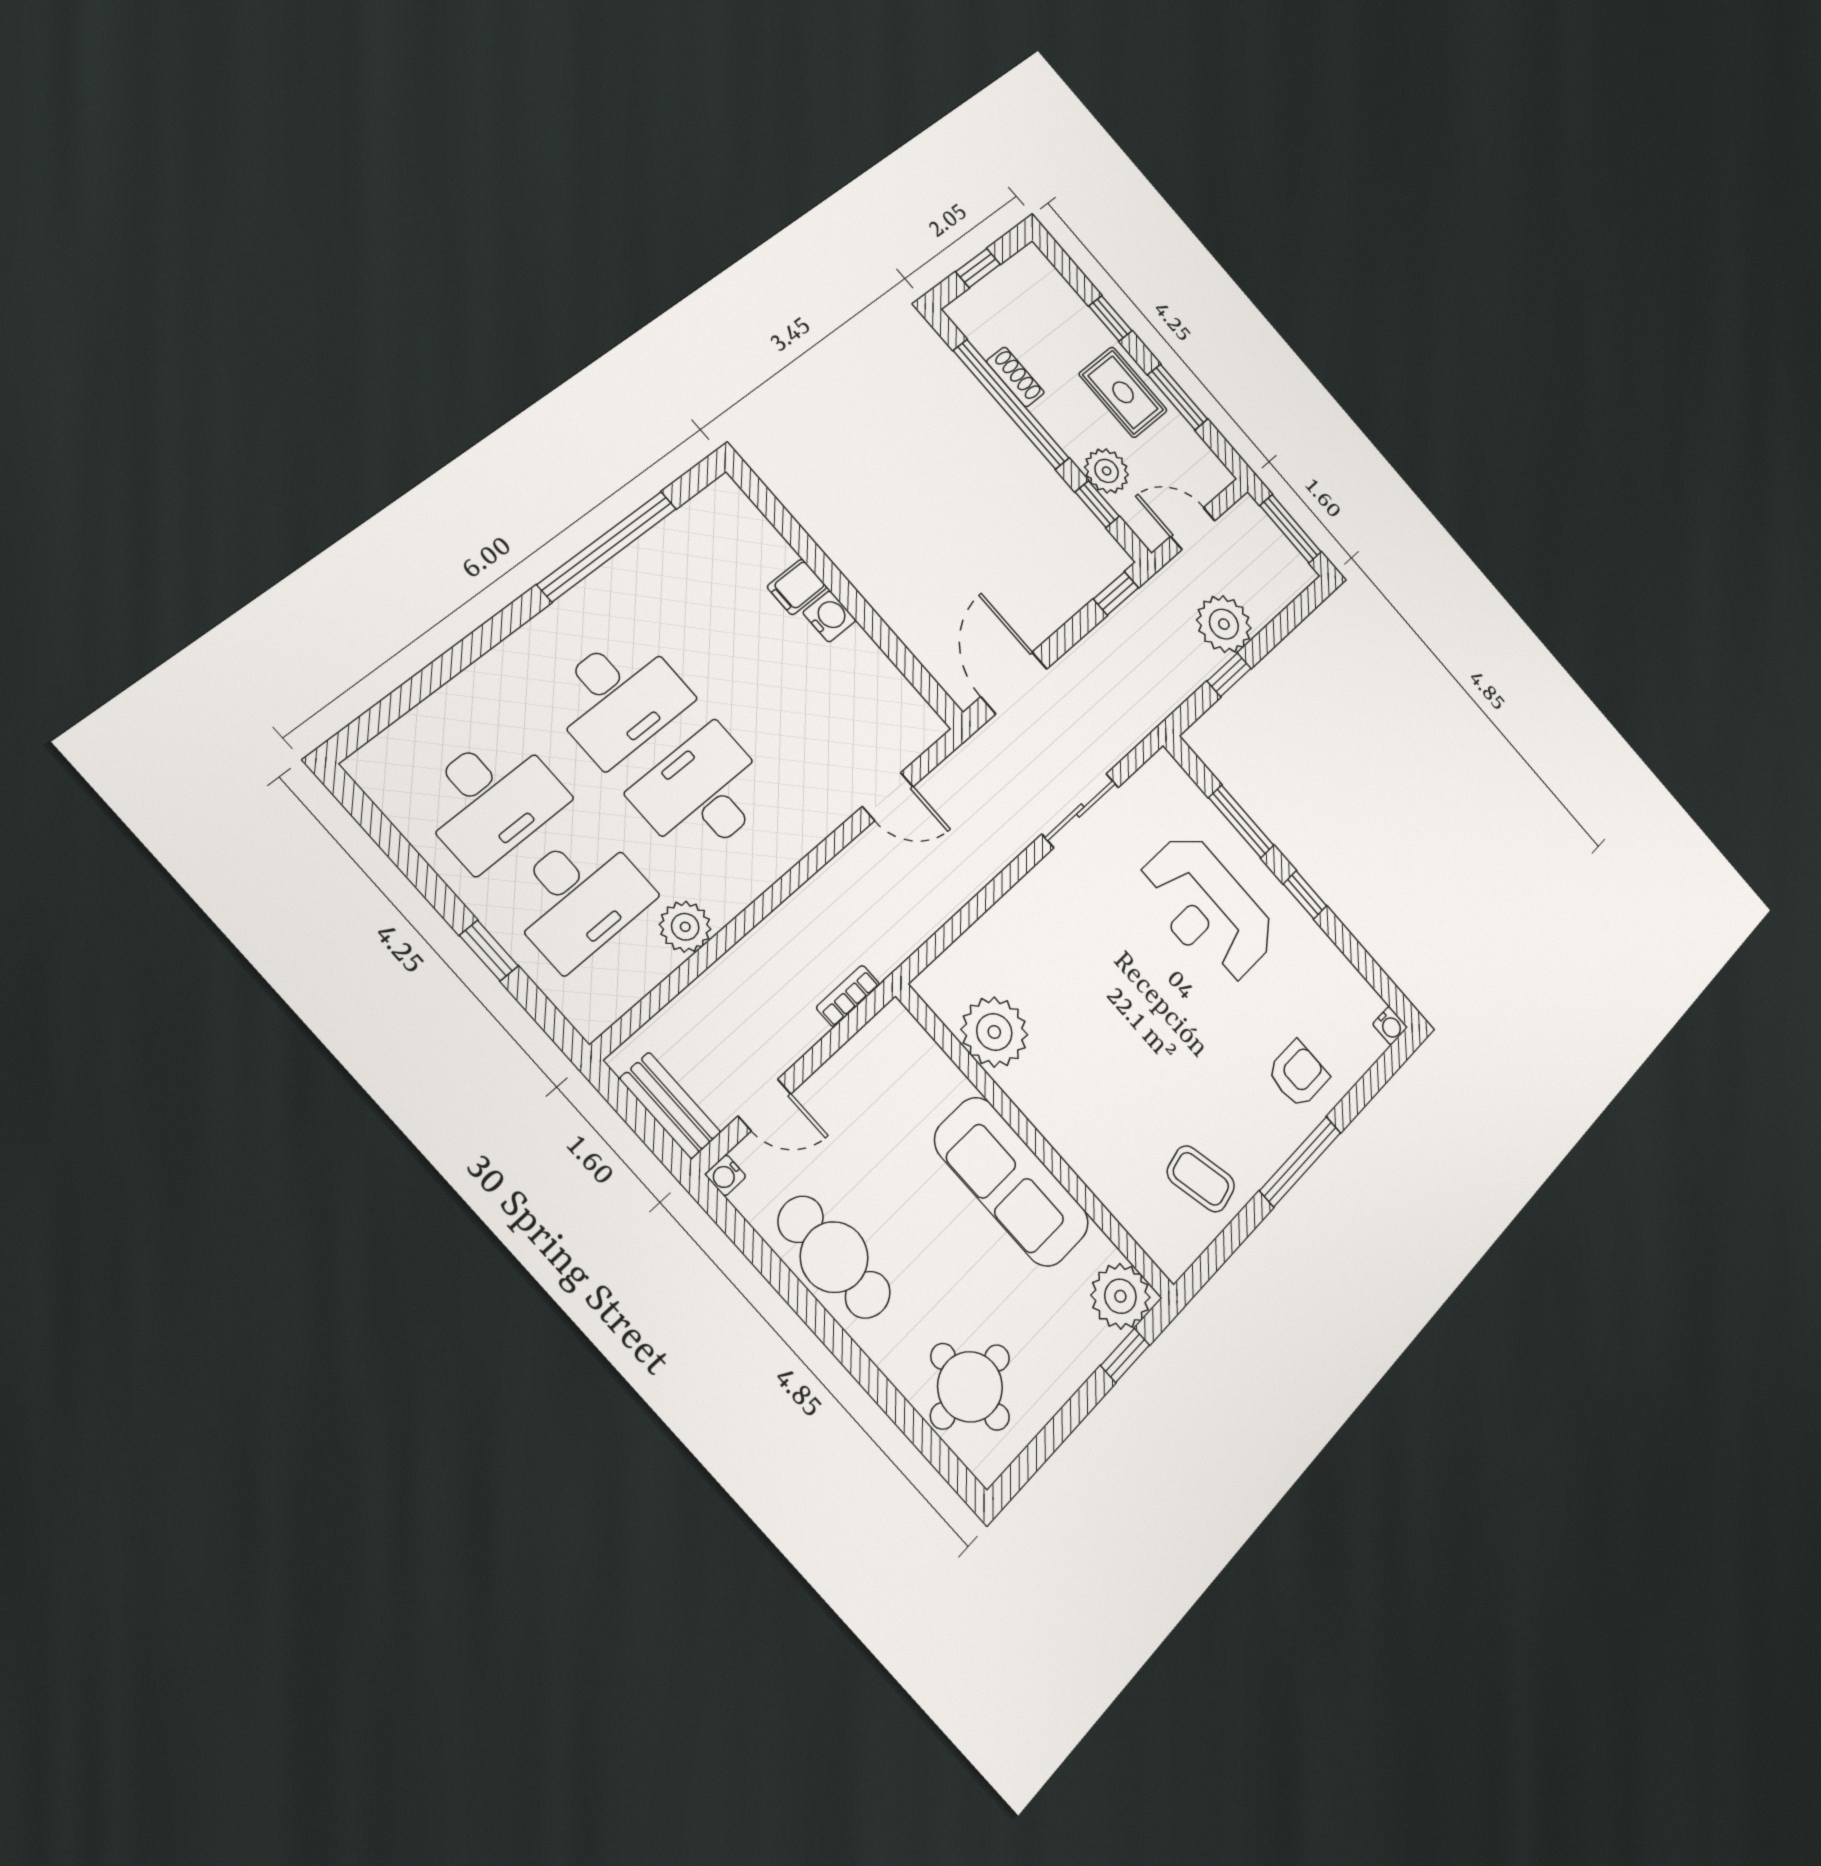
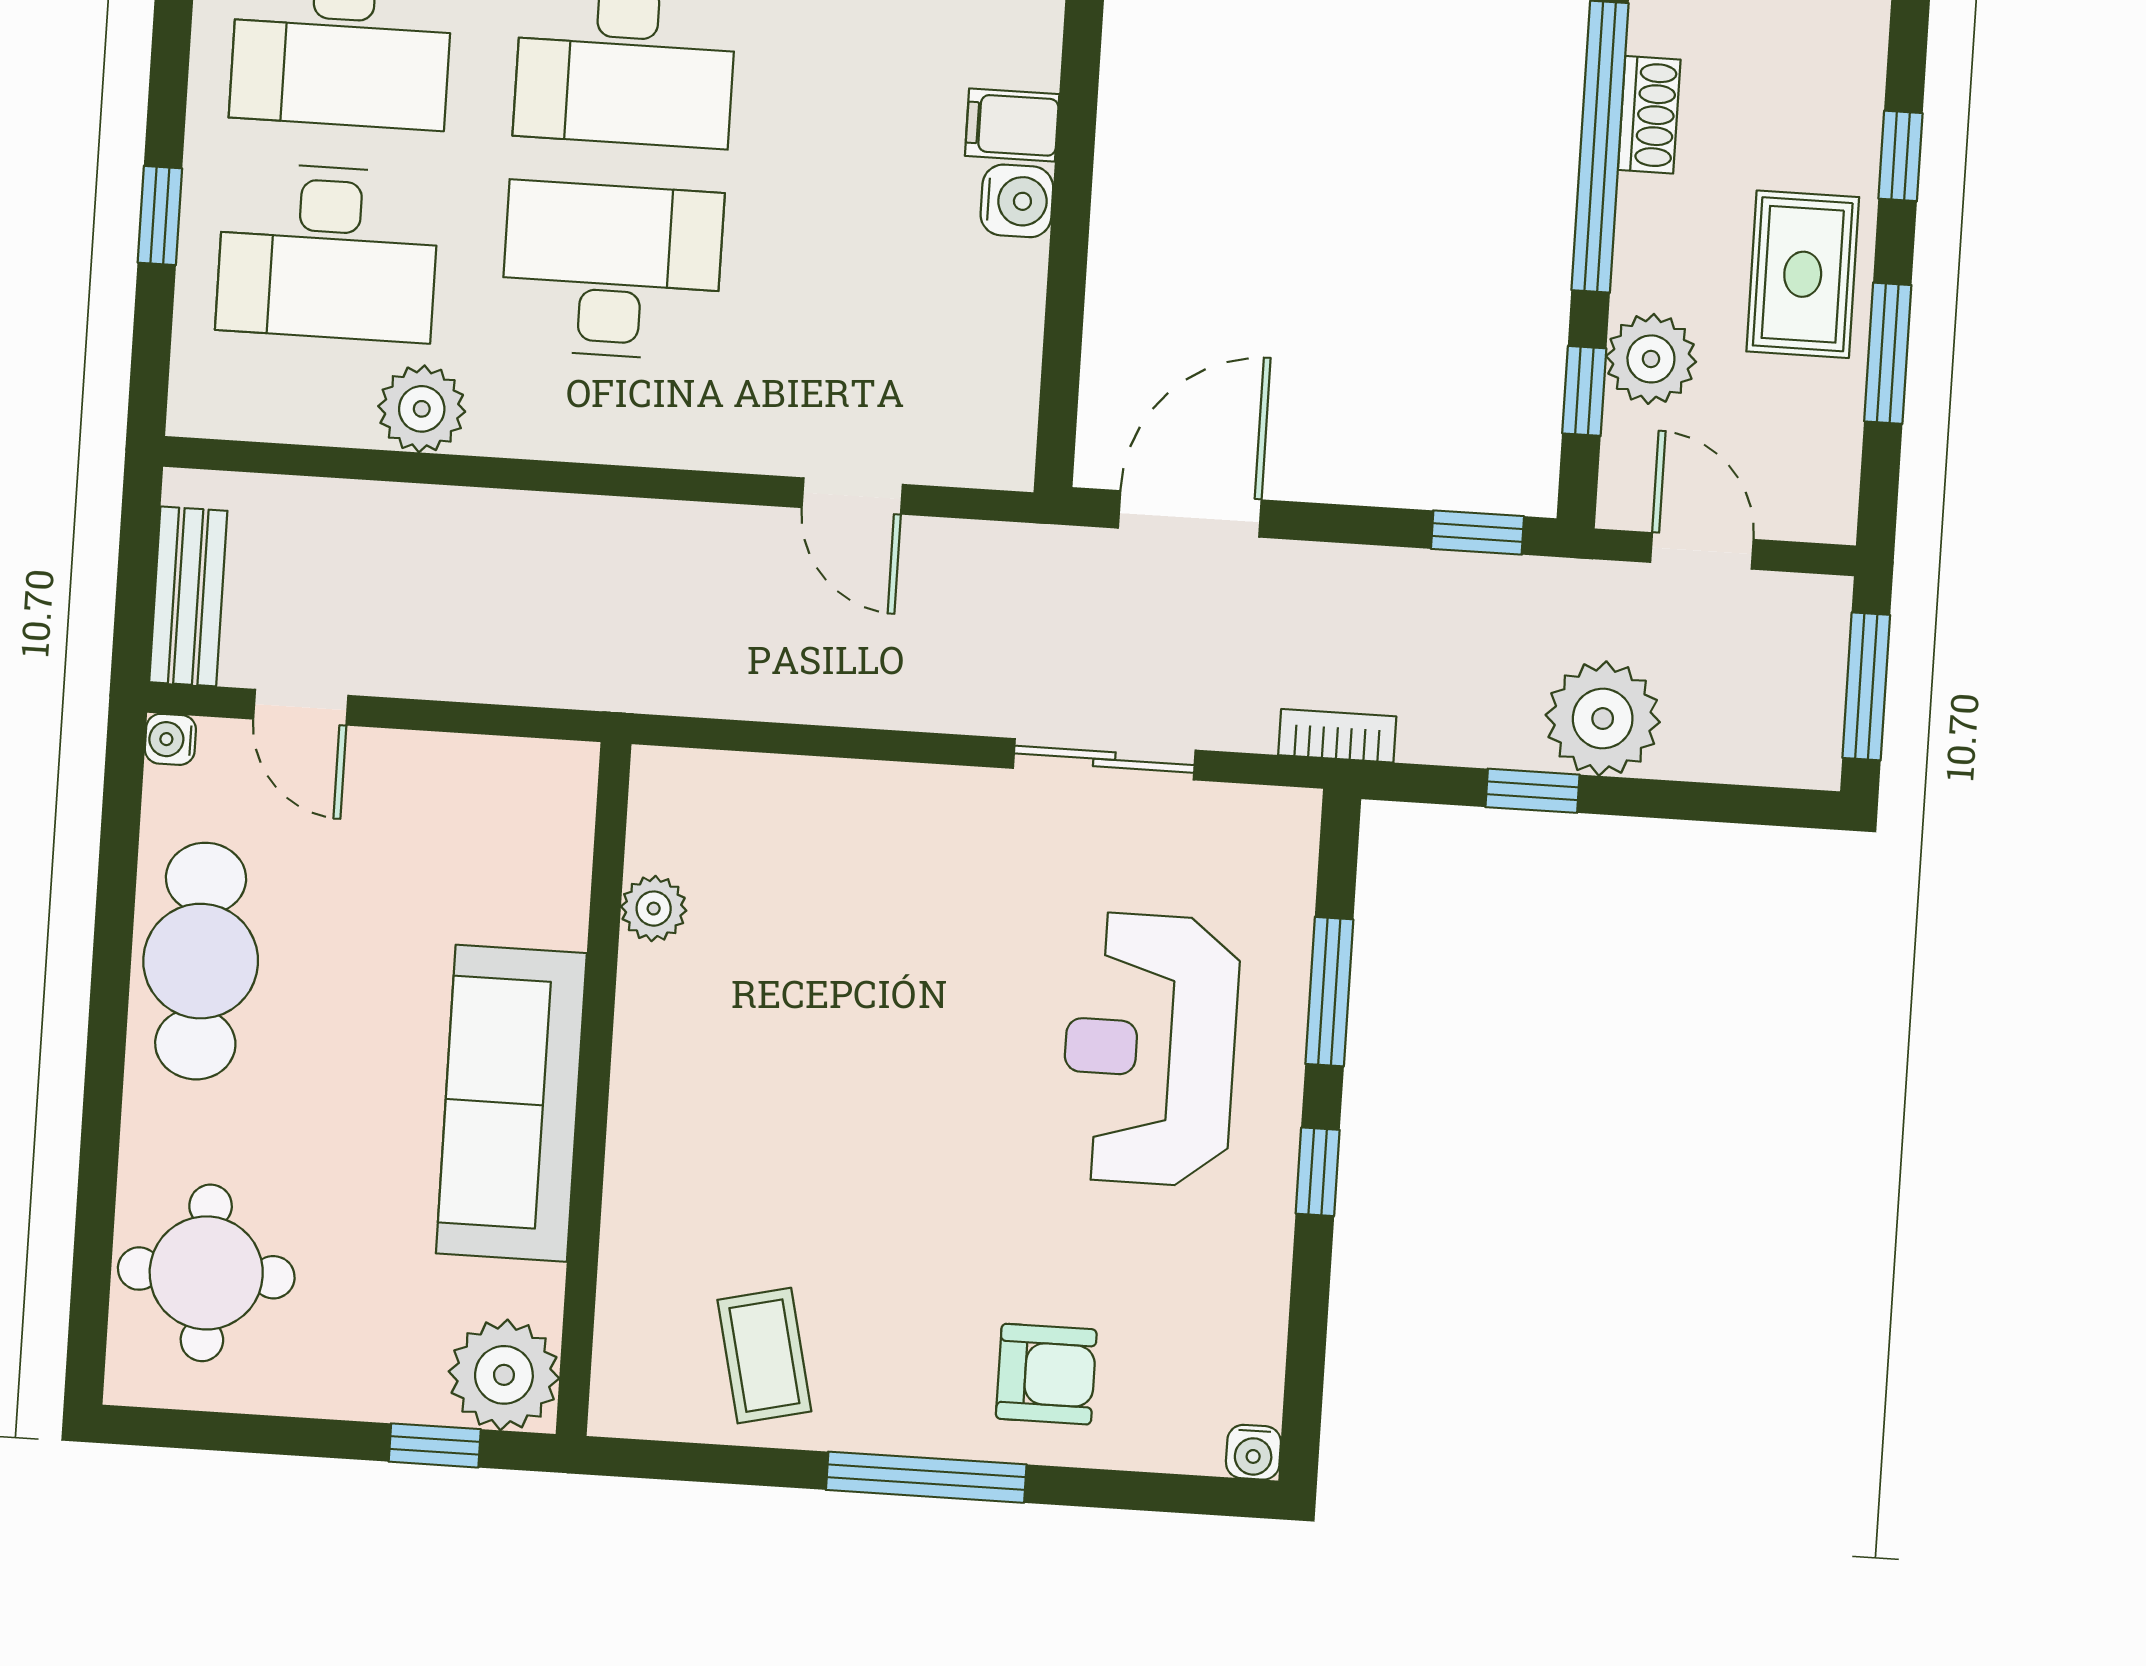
bookcase: (848, 996) -> (1337, 736), moved
plant: (994, 1032) -> (654, 909), width x0.53, depth x0.53

